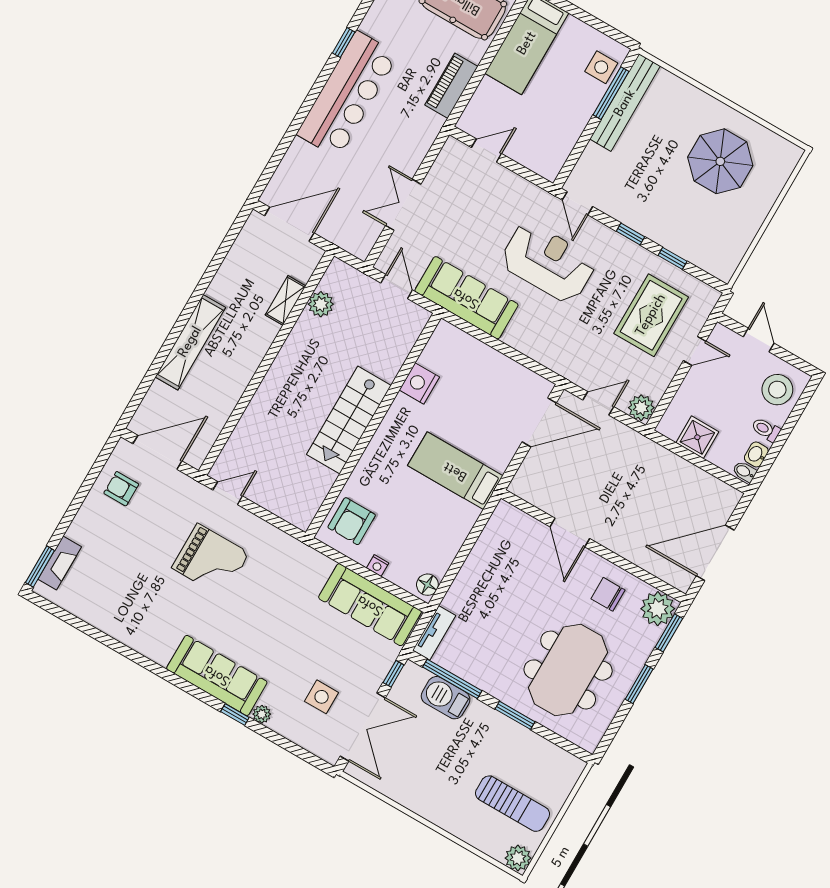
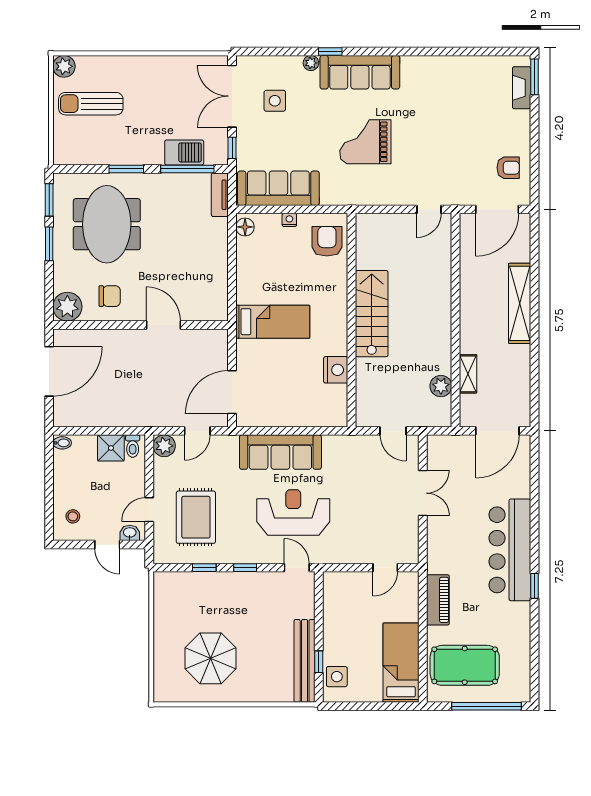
window: (611, 93) -> (319, 662), width x0.46
reception desk: (548, 262) -> (293, 512), turned 180
sofa: (466, 298) -> (280, 452), moved
stool: (777, 390) -> (73, 516), width x0.53, depth x0.53
toilet: (766, 430) -> (133, 446), moved, turned 90
washbasin: (756, 454) -> (130, 533), moved, turned -90
grand piano: (211, 560) -> (365, 142), moved
window: (669, 633) -> (49, 200), moved

